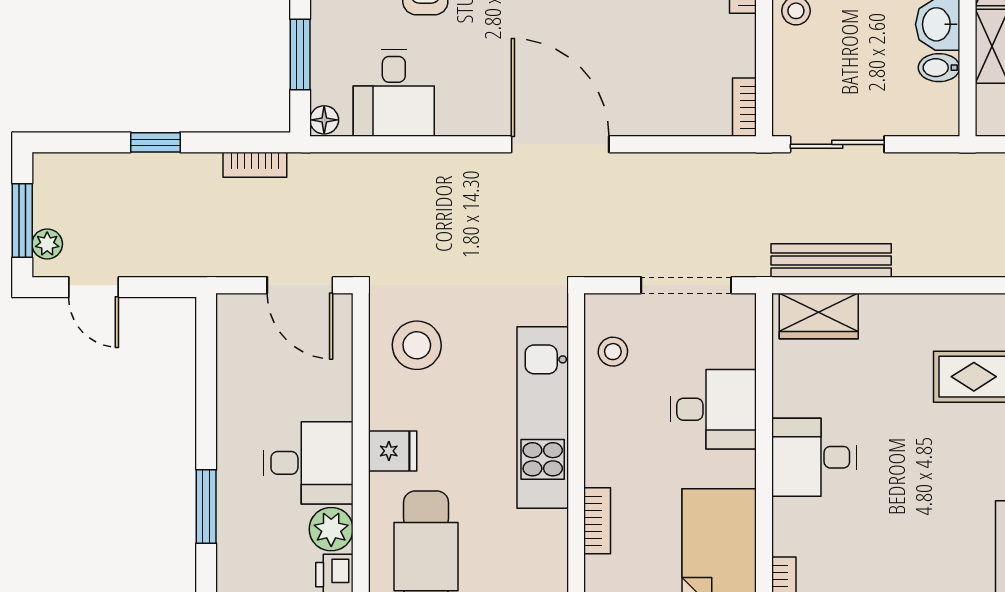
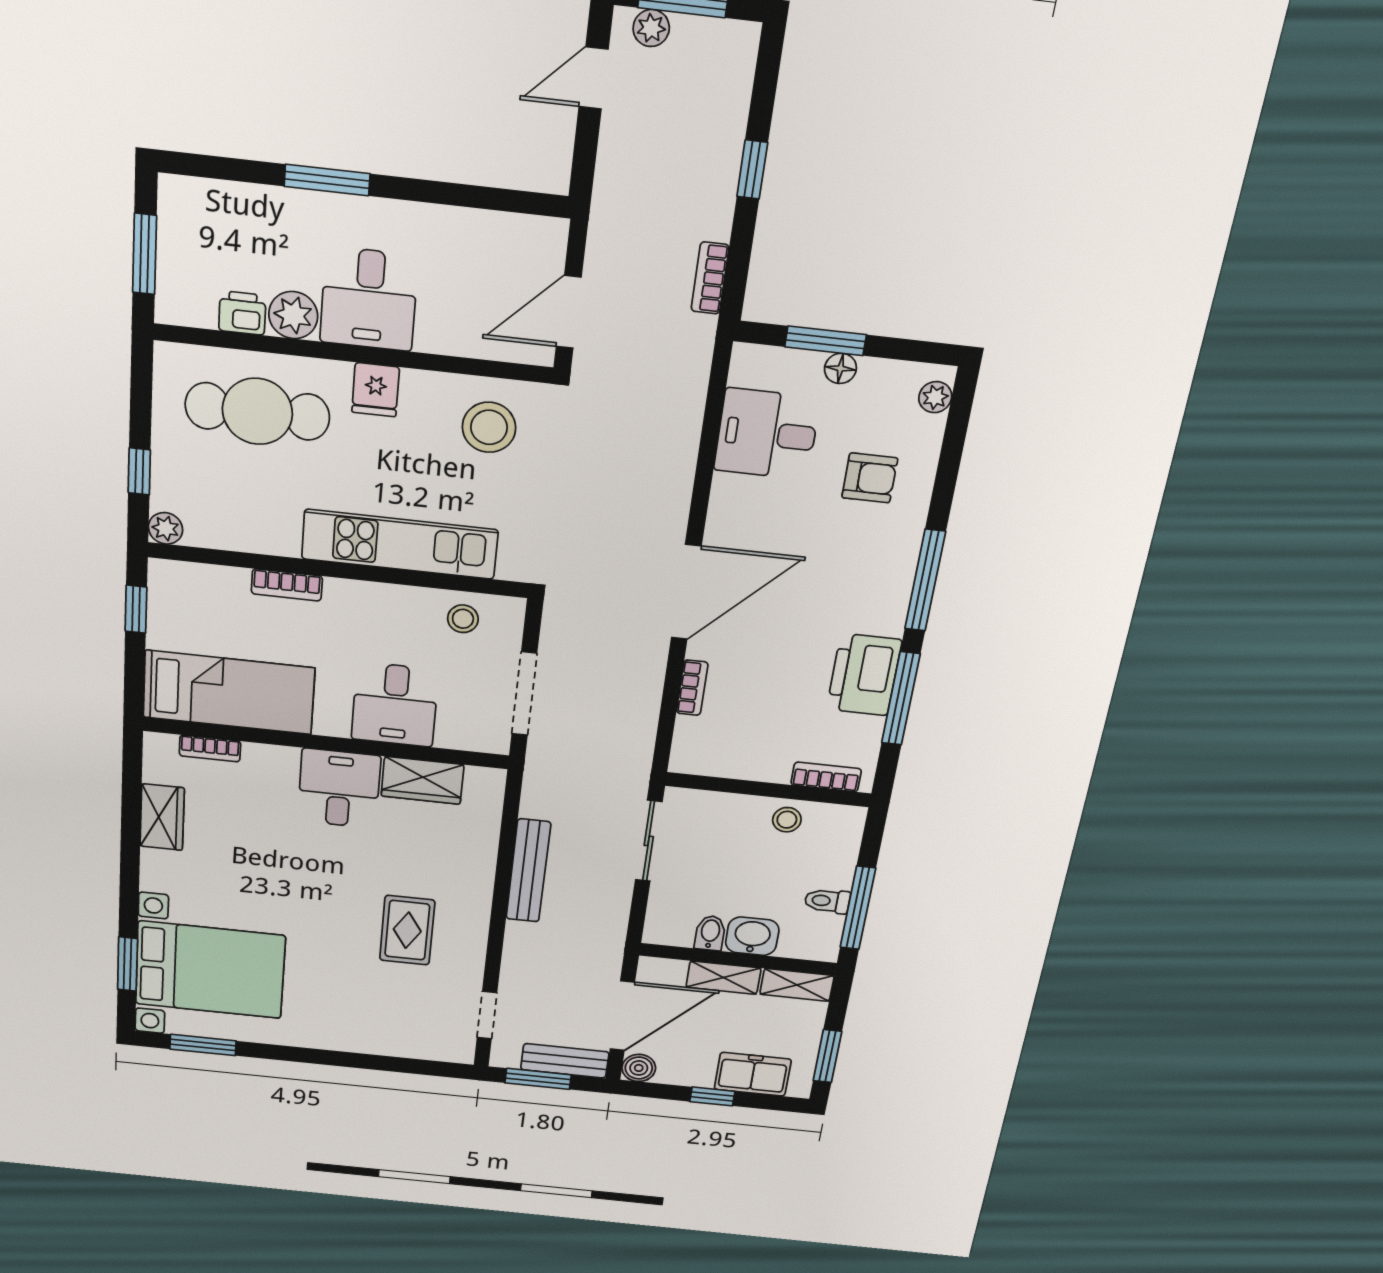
bookcase: (744, 107) -> (692, 688), moved, turned 90
floor lamp: (324, 120) -> (840, 368), moved
bench: (831, 261) -> (528, 871), moved
wardrobe: (819, 316) -> (422, 780), moved, turned -90

